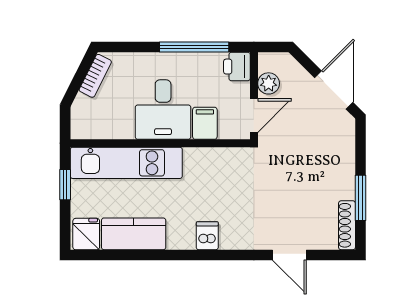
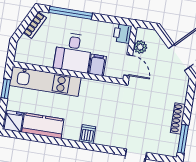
window: (194, 47) -> (71, 13), moved
door: (254, 116) -> (128, 65), hinge flipped
window: (361, 198) -> (183, 139), moved
shoe rack: (347, 225) -> (178, 118), moved

